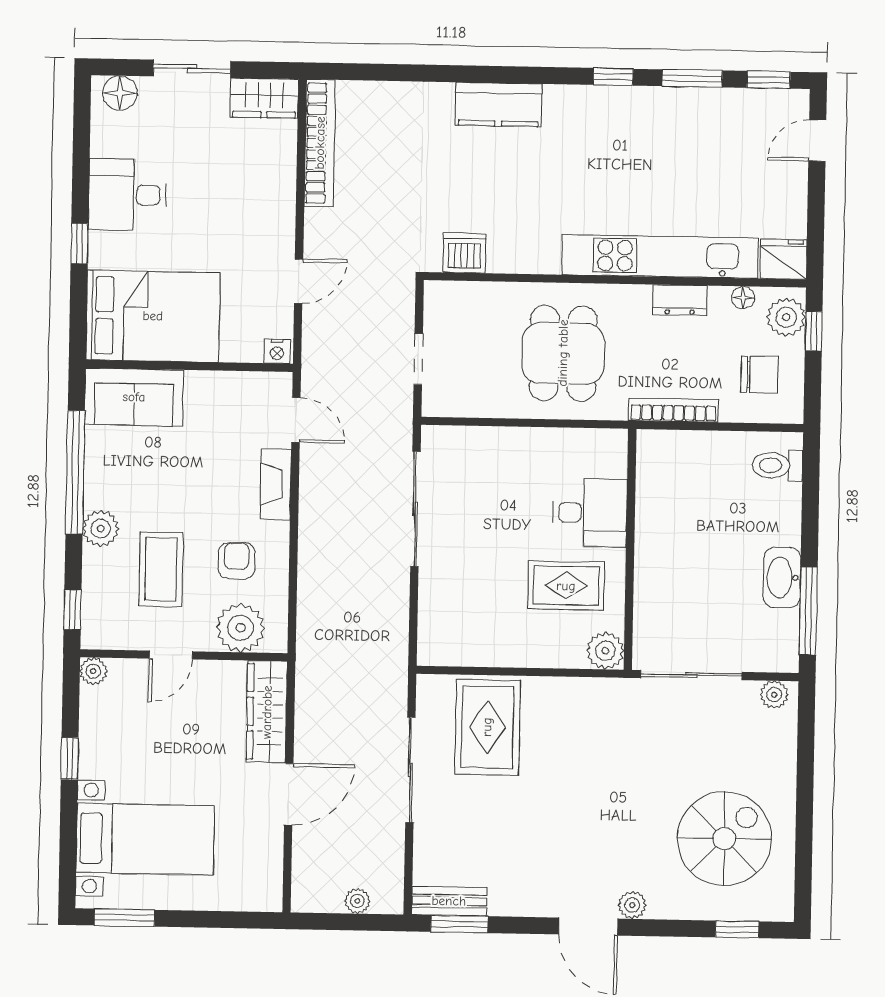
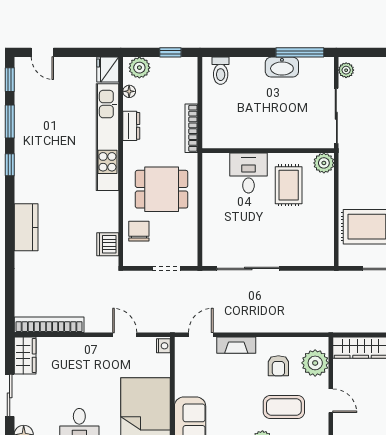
window: (814, 331) -> (170, 52), moved
chair: (760, 375) -> (139, 231), moved
armchair: (237, 561) -> (278, 366), turned -90

